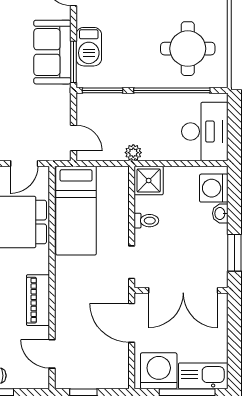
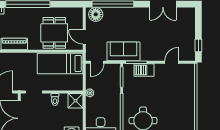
sofa: (52, 52) -> (123, 51), moved

